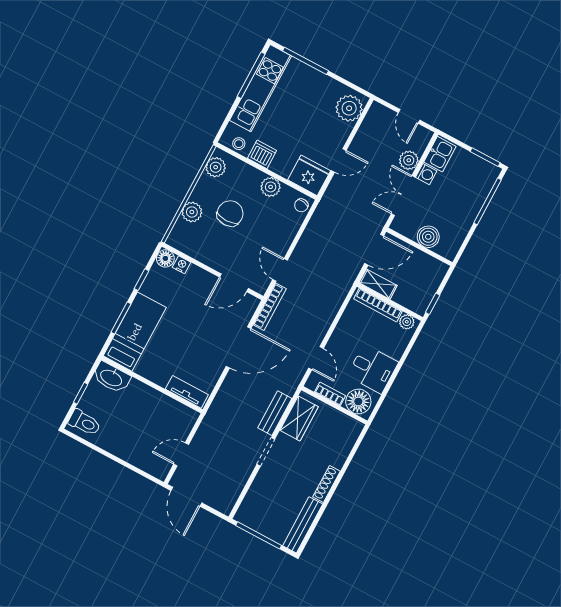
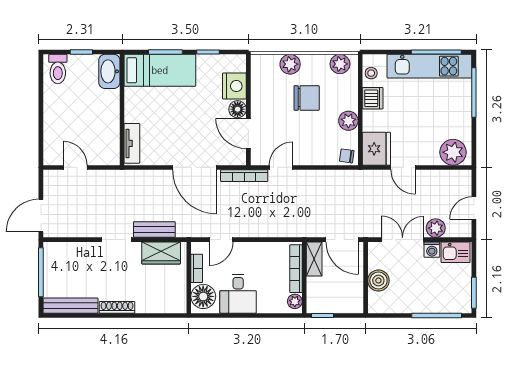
floor lamp: (165, 258) -> (238, 109), moved
nightstand: (182, 265) -> (234, 86), width x1.89, depth x1.79
door: (186, 497) -> (41, 216), moved

